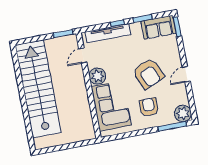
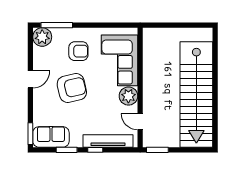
door: (83, 56) -> (140, 122), swing flipped
armchair: (148, 74) -> (72, 88), turned 101
armchair: (149, 107) -> (78, 51), turned -90

